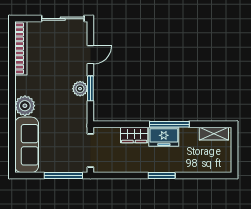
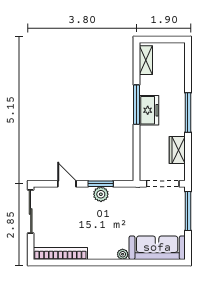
plant: (25, 106) -> (123, 254), width x0.53, depth x0.53
wardrobe: (134, 135) -> (177, 150), moved, turned 180
window: (162, 176) -> (188, 112), width x1.44

